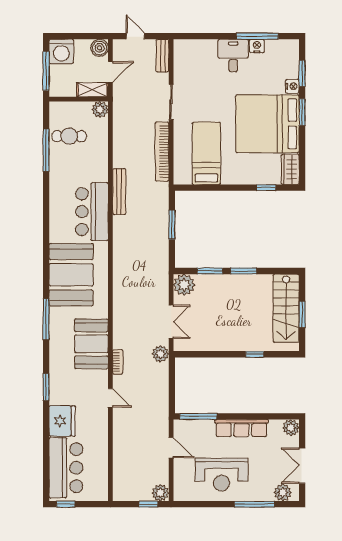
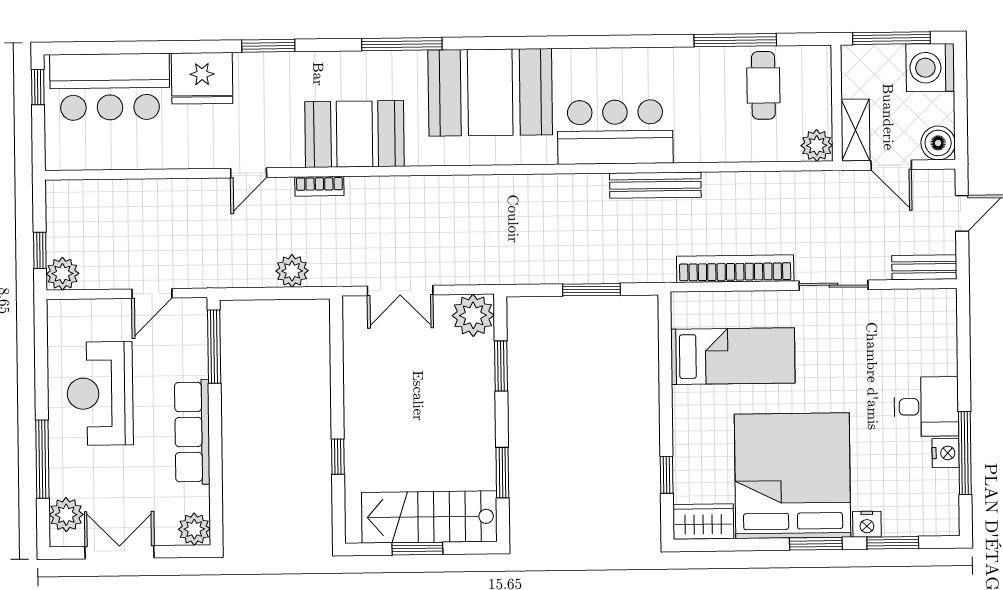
window: (244, 271) -> (502, 473), moved
plant: (160, 354) -> (292, 271), moved

